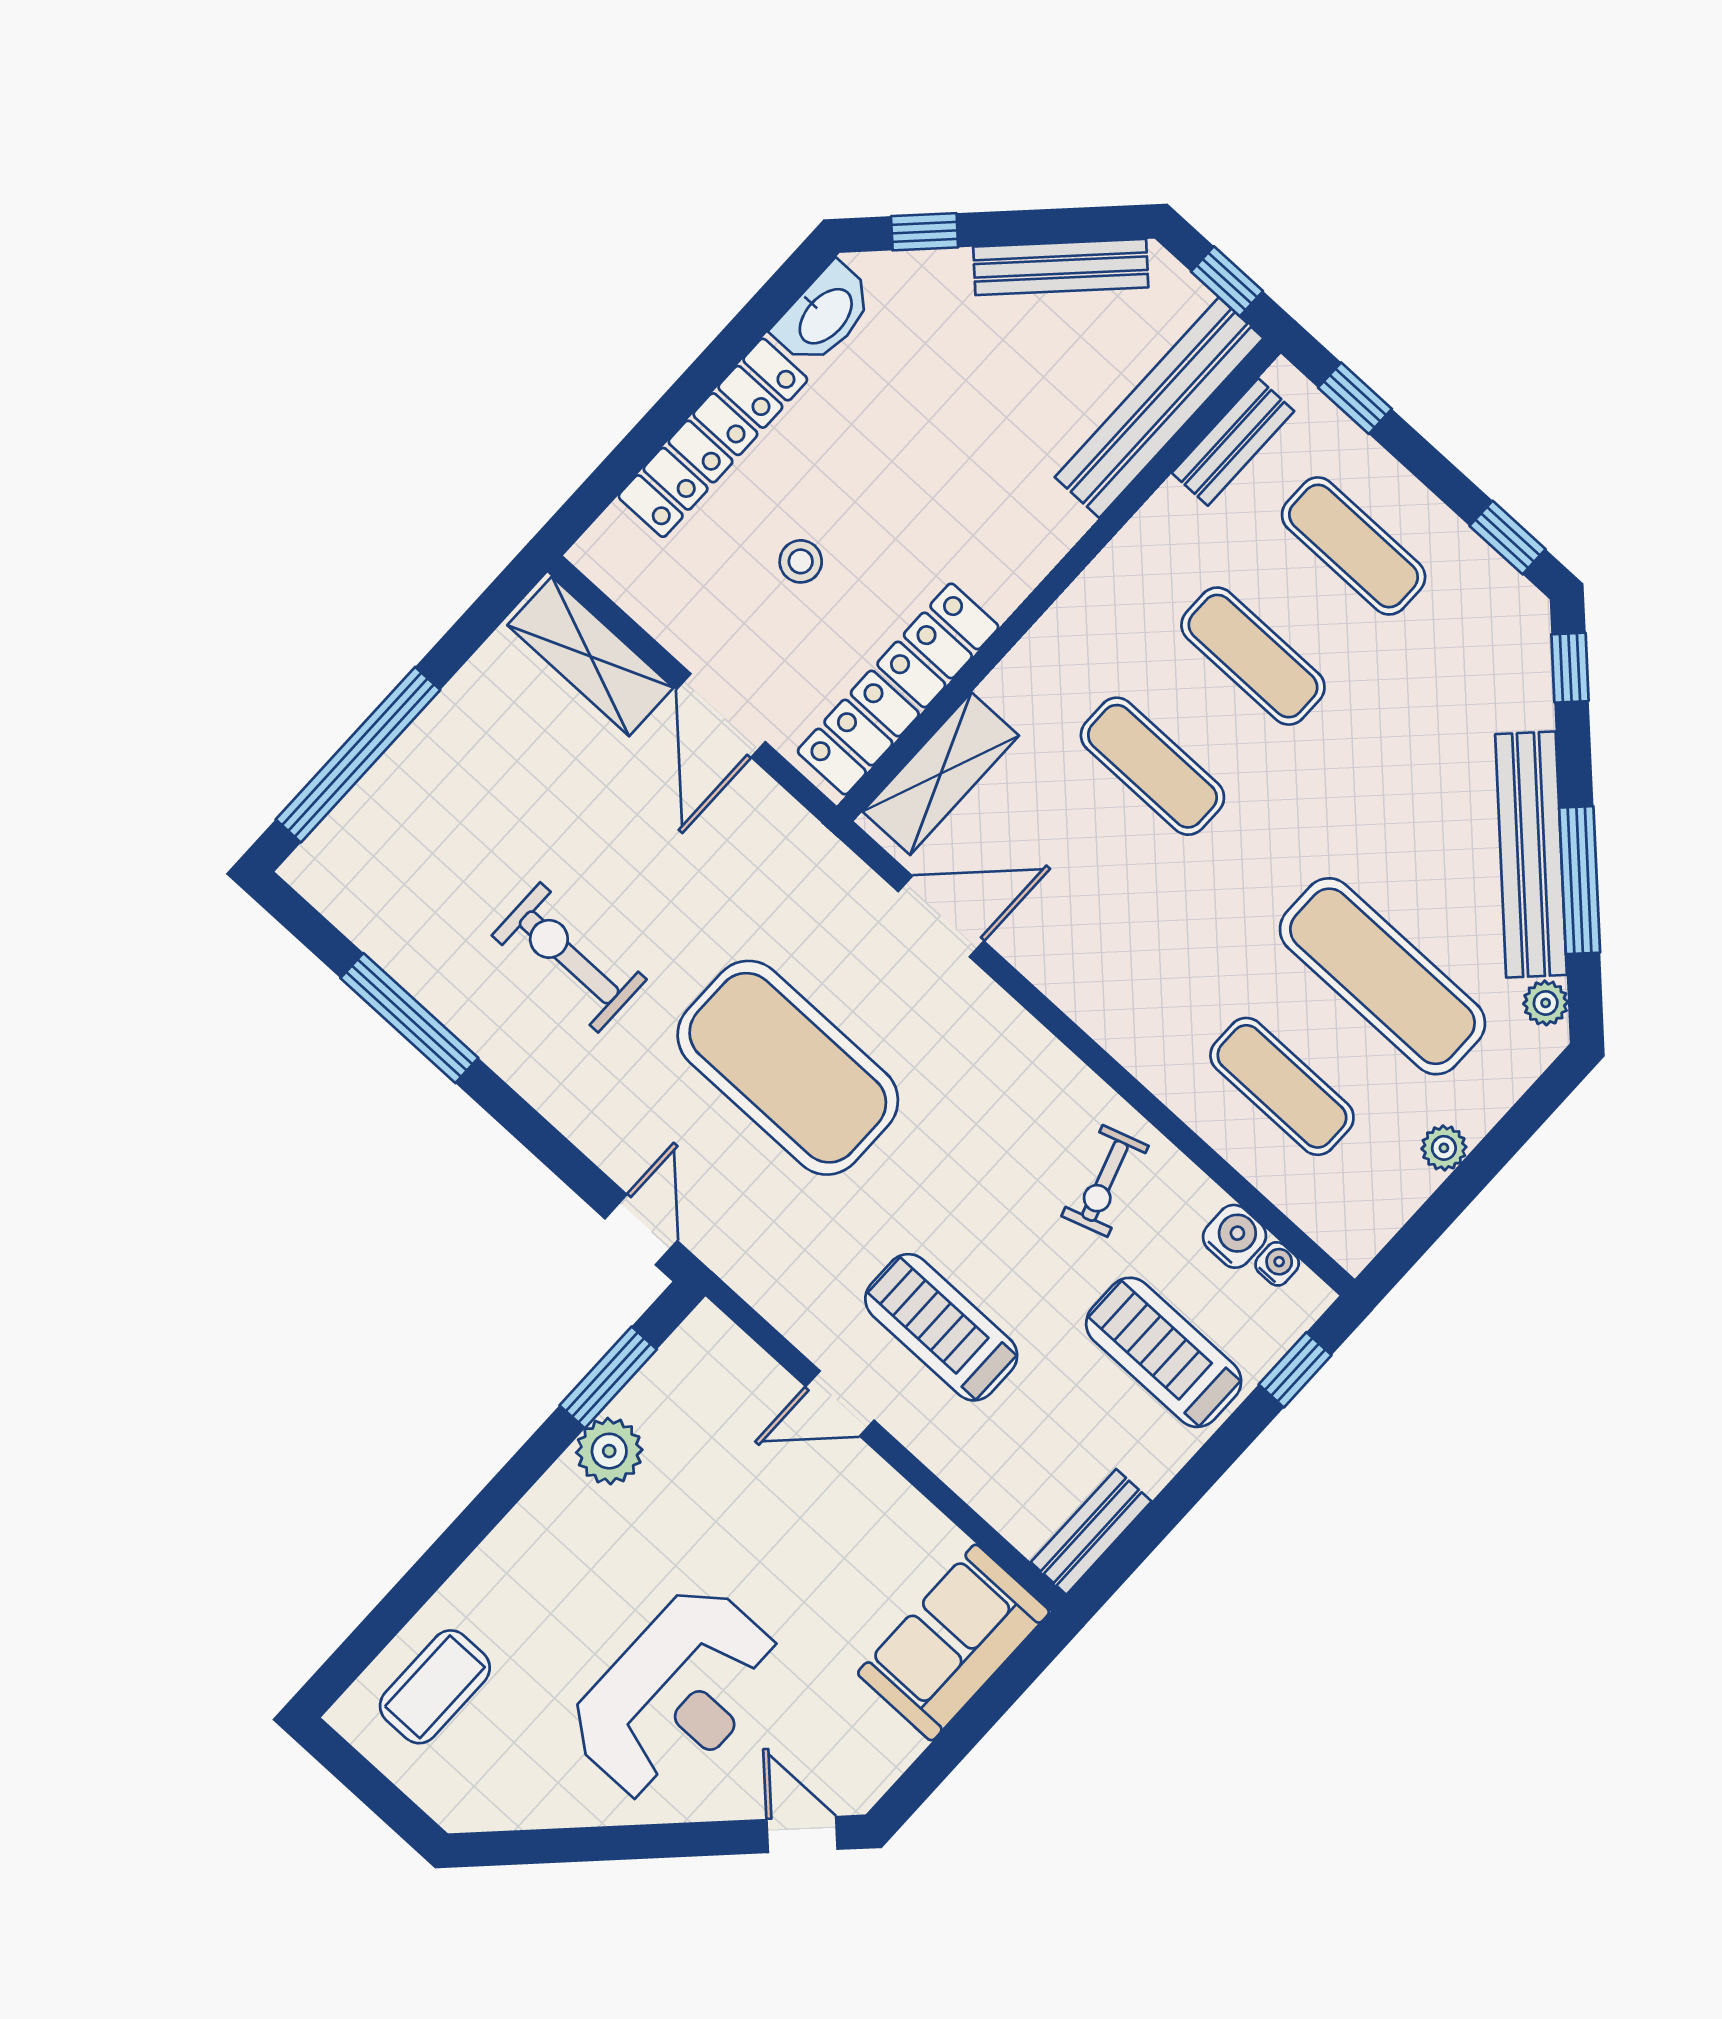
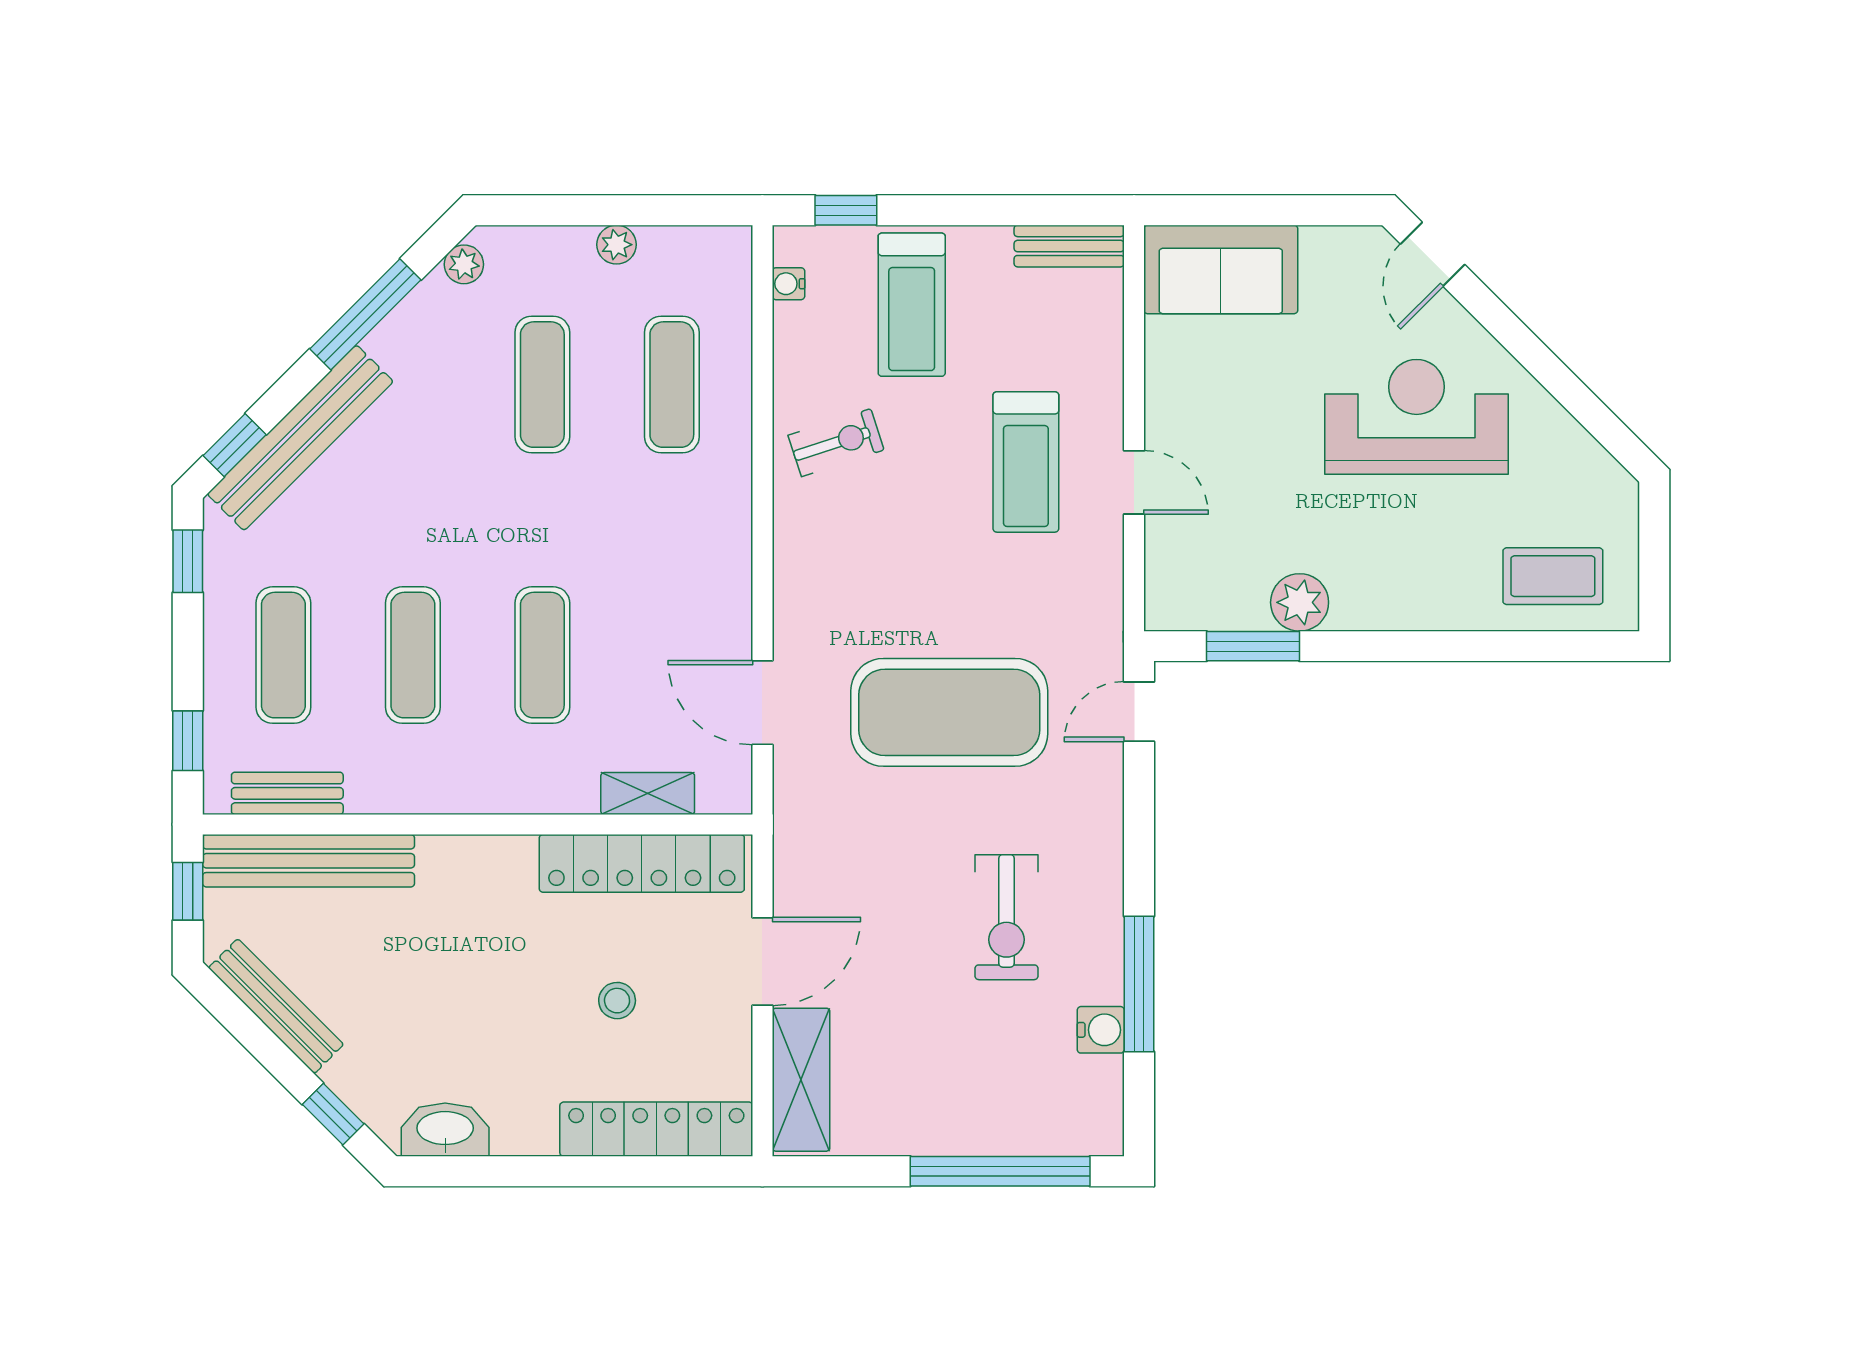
locker: (713, 438) -> (656, 1129), moved
shelving: (941, 774) -> (648, 794), width x0.67, depth x0.75
bench: (1531, 855) -> (300, 438), moved
exercise mat: (1382, 976) -> (542, 385), width x0.73, depth x0.69
exercise mat: (788, 1068) -> (949, 712), turned 90
water cooler: (1235, 1236) -> (1101, 1030), moved, turned 180

